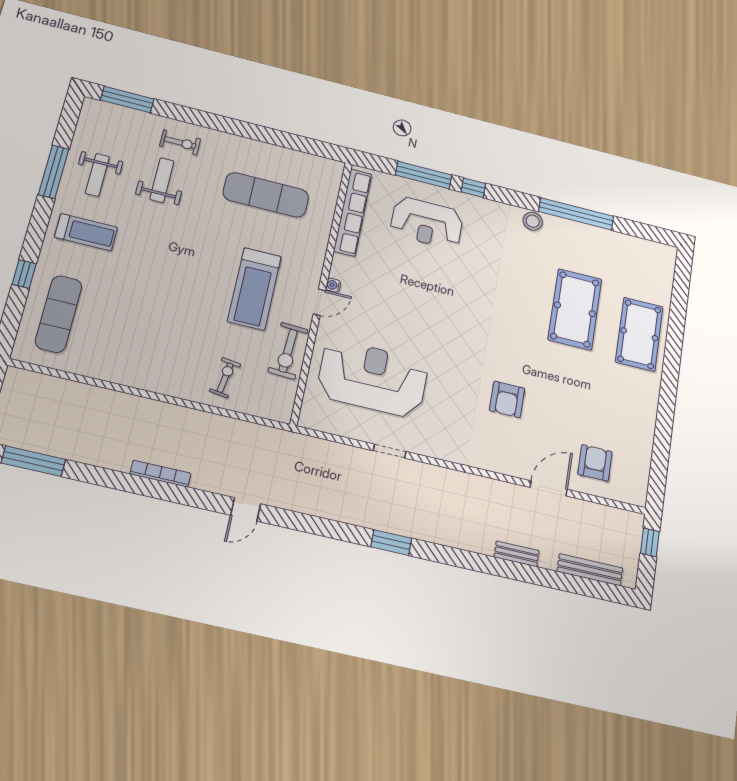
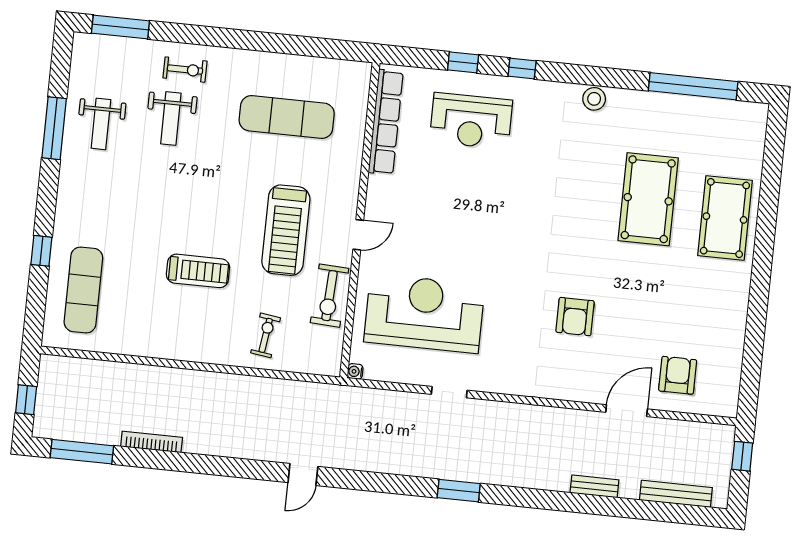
window: (424, 175) -> (463, 62), width x0.46
weight bench: (162, 180) -> (171, 118), turned 180
window: (576, 214) -> (693, 86), moved
treadmill: (86, 232) -> (198, 271), moved
water cooler: (333, 285) -> (355, 371), moved
bookcase: (160, 474) -> (152, 442), moved

